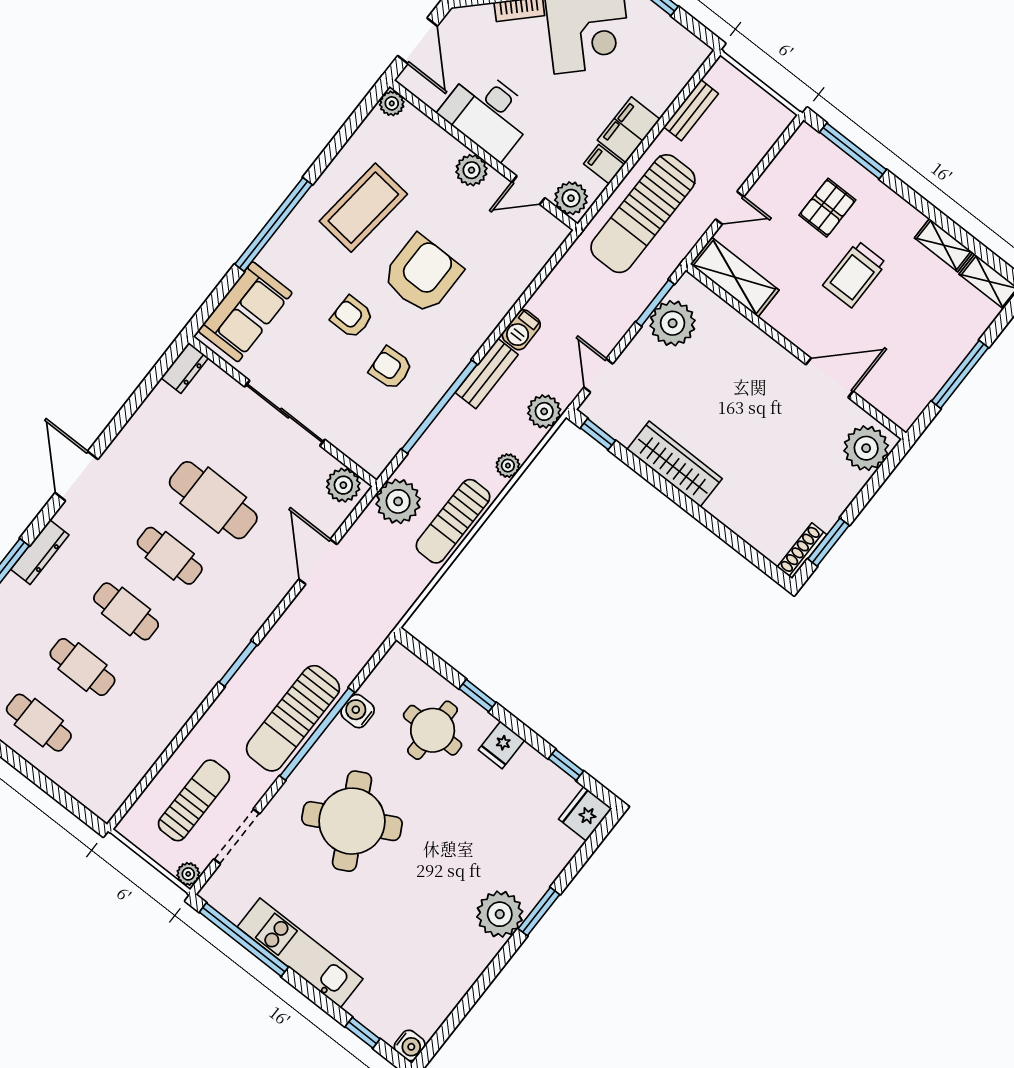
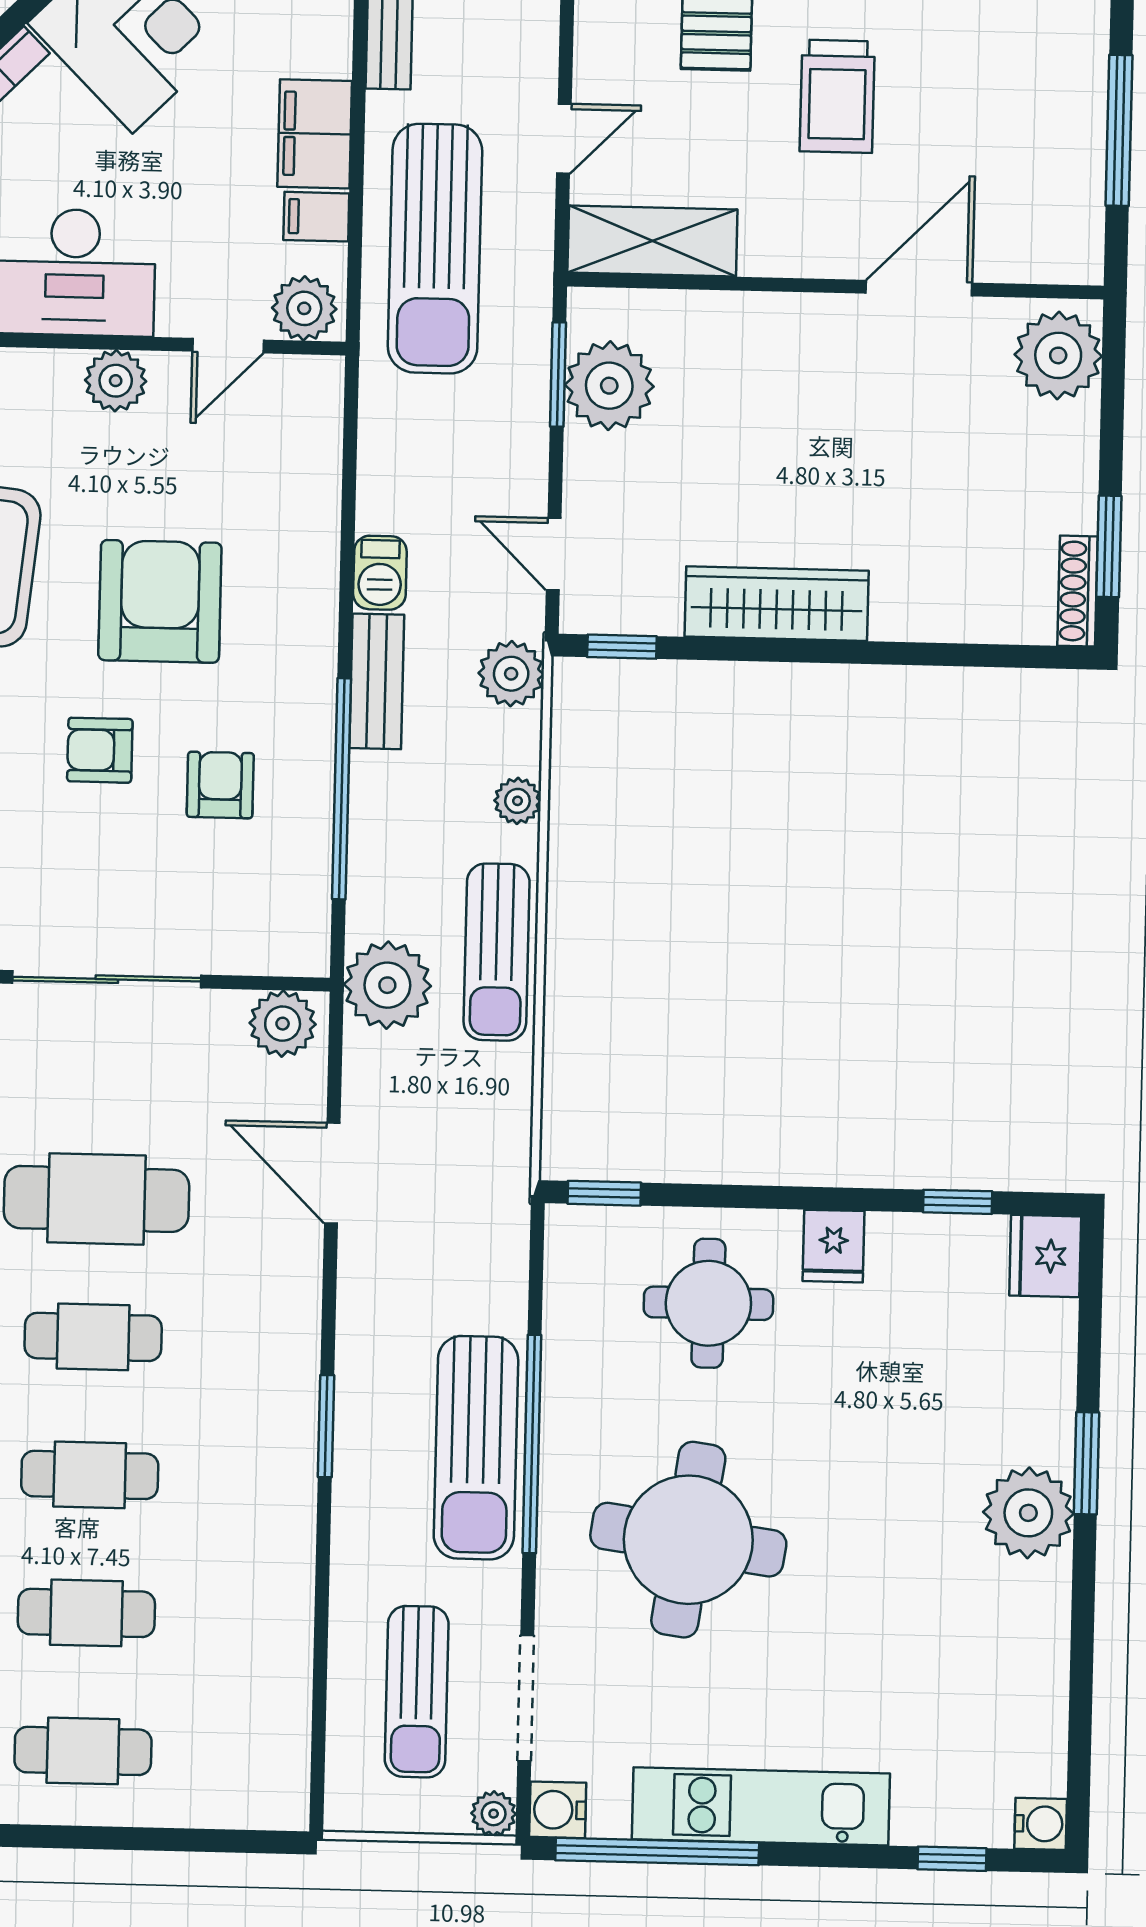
armchair: (391, 368) -> (220, 785), turned 94
window: (478, 696) -> (604, 1193), moved
water cooler: (358, 711) -> (558, 1810), moved
sun lounger: (194, 800) -> (417, 1692), turned 180
round table: (352, 821) -> (688, 1540), turned 36

